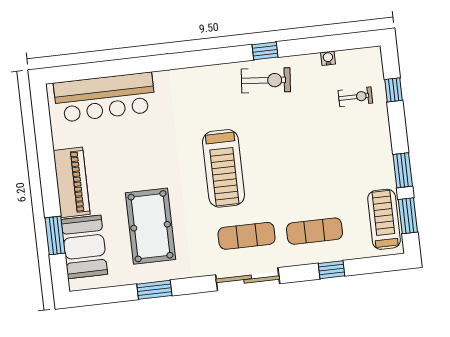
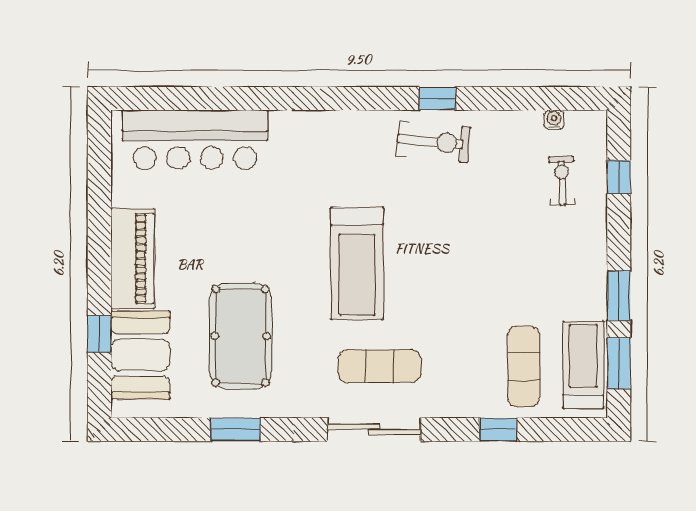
water cooler: (328, 58) -> (554, 120), moved
exercise bike: (355, 97) -> (562, 181), turned -92
exercise mat: (314, 231) -> (524, 367), moved, turned 90
window: (55, 236) -> (99, 334), width x0.67

